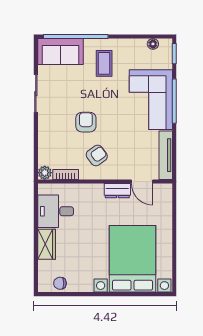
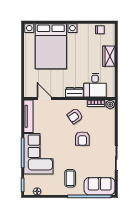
dresser: (117, 191) -> (74, 92), moved
desk: (56, 211) -> (95, 85), moved, turned 90

